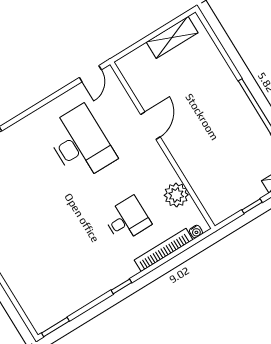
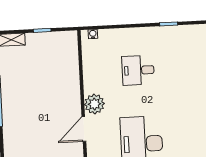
plant: (176, 195) -> (94, 104), moved
bookcase: (164, 250) -> (124, 34), removed

